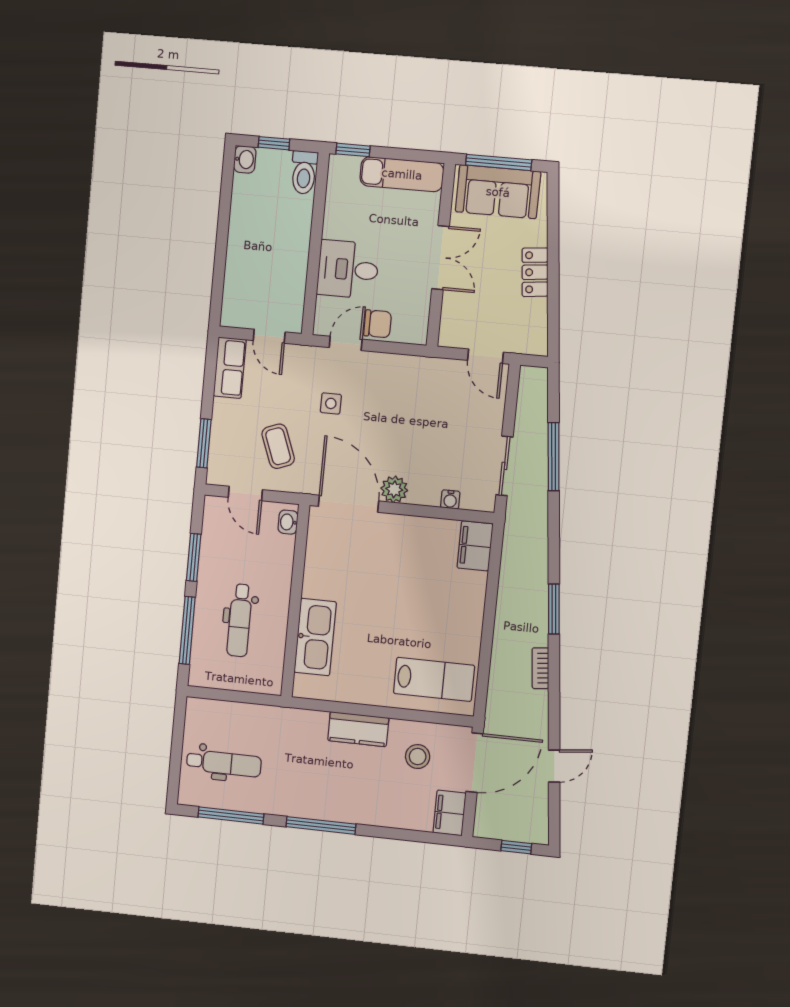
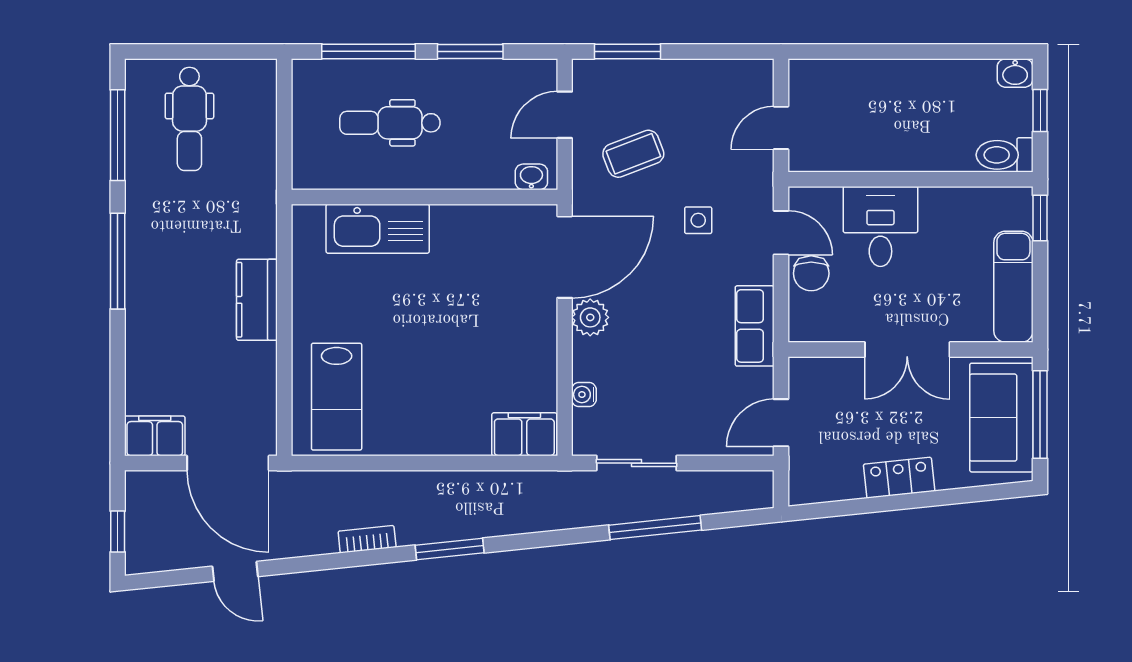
row of seats: (230, 368) -> (755, 326), moved, turned 90
stool: (418, 757) -> (228, 385), removed

